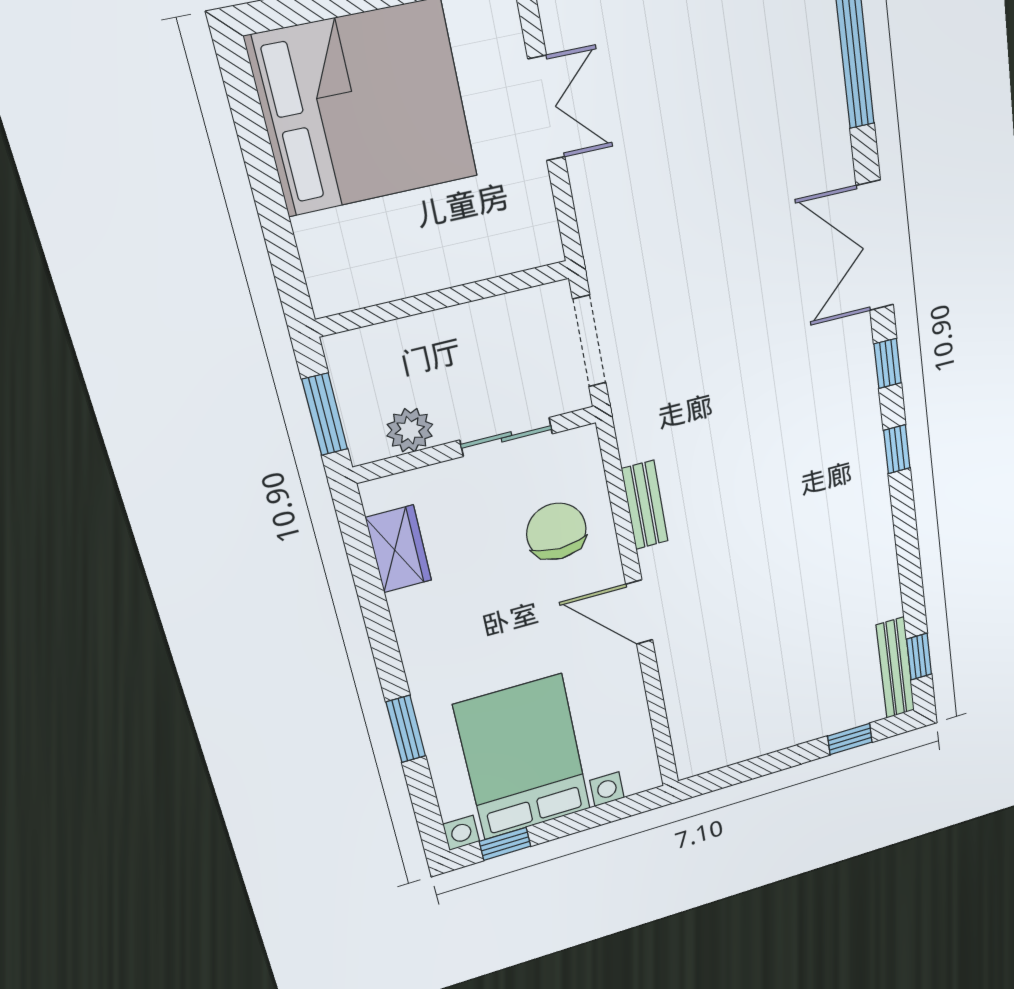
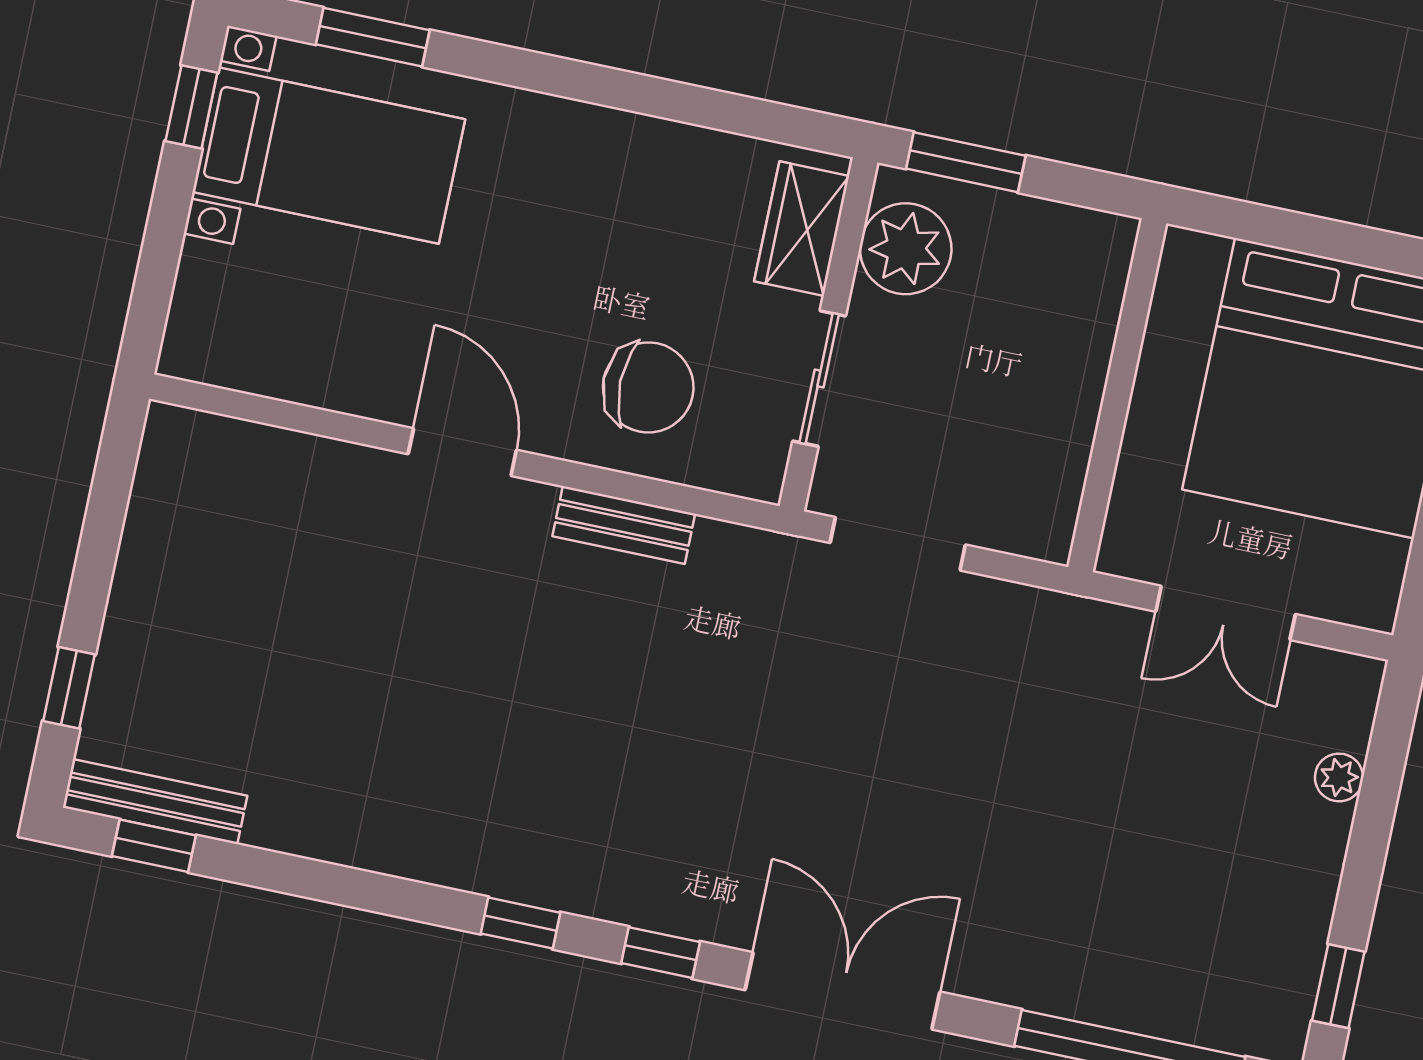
wall: (444, 298) -> (1117, 395), moved
plant: (410, 430) -> (906, 249), width x1.36, depth x1.36
wardrobe: (399, 549) -> (802, 229), moved, turned 90
door: (639, 612) -> (462, 452), hinge flipped
window: (406, 729) -> (373, 37), moved
bed with nightstands: (523, 758) -> (329, 156), width x0.73

